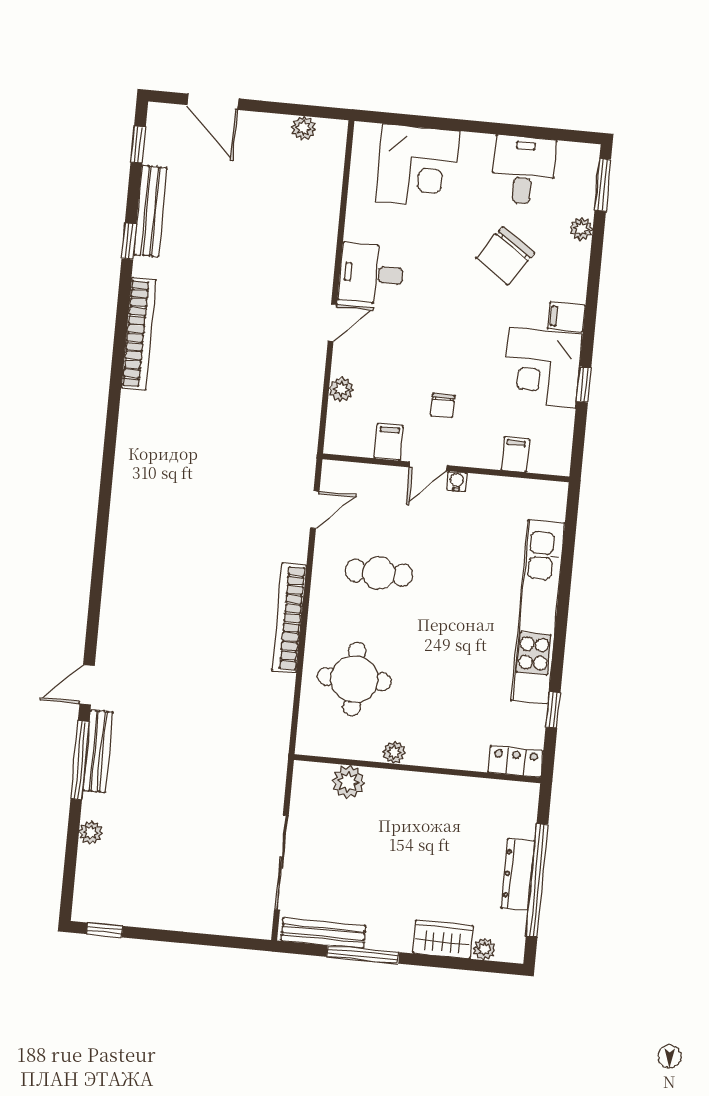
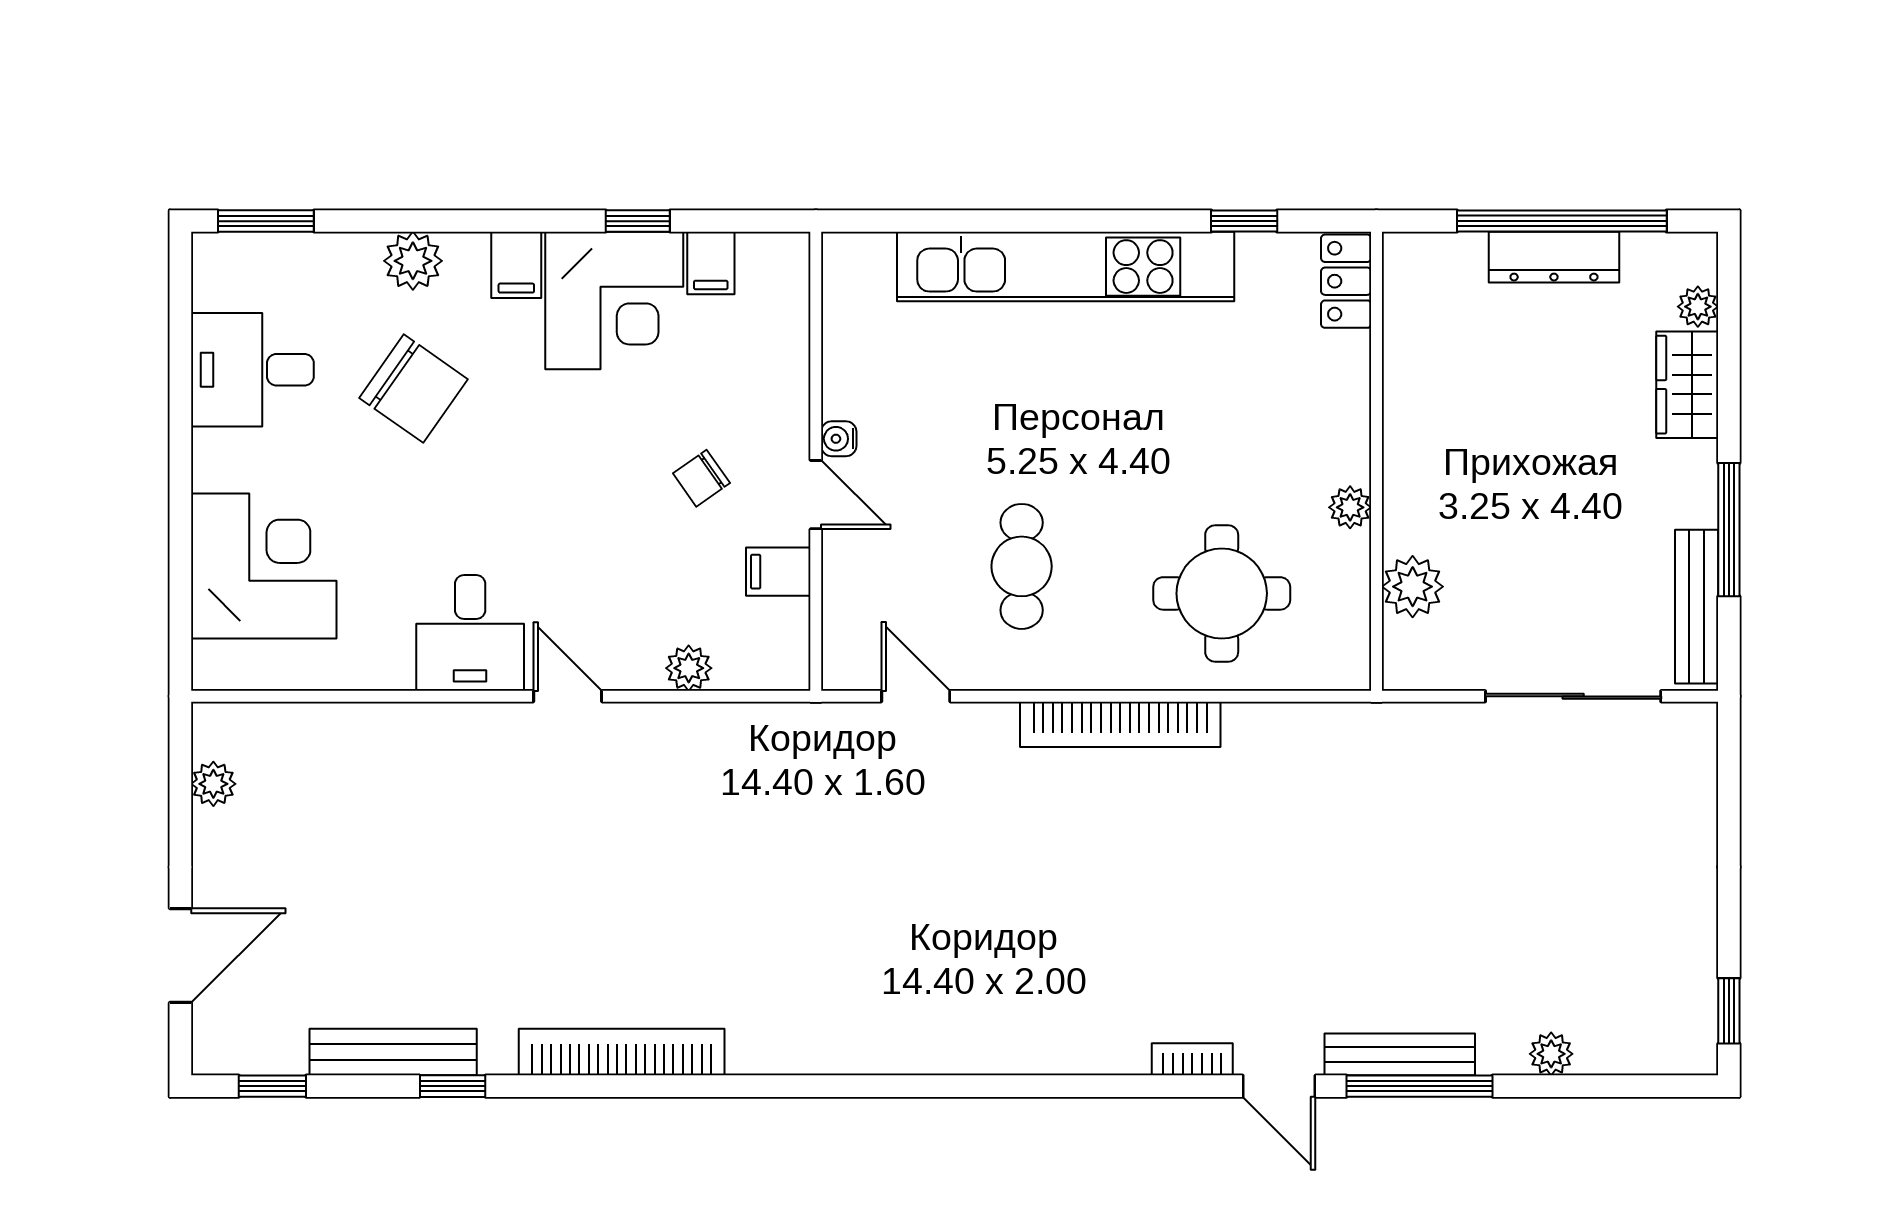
plant: (581, 229) -> (413, 261), moved, width x1.38, depth x1.38
chair: (443, 406) -> (701, 478), turned 145
filing cabinet: (515, 455) -> (711, 263), moved, turned -90
bookcase: (106, 640) -> (1192, 1059), added

